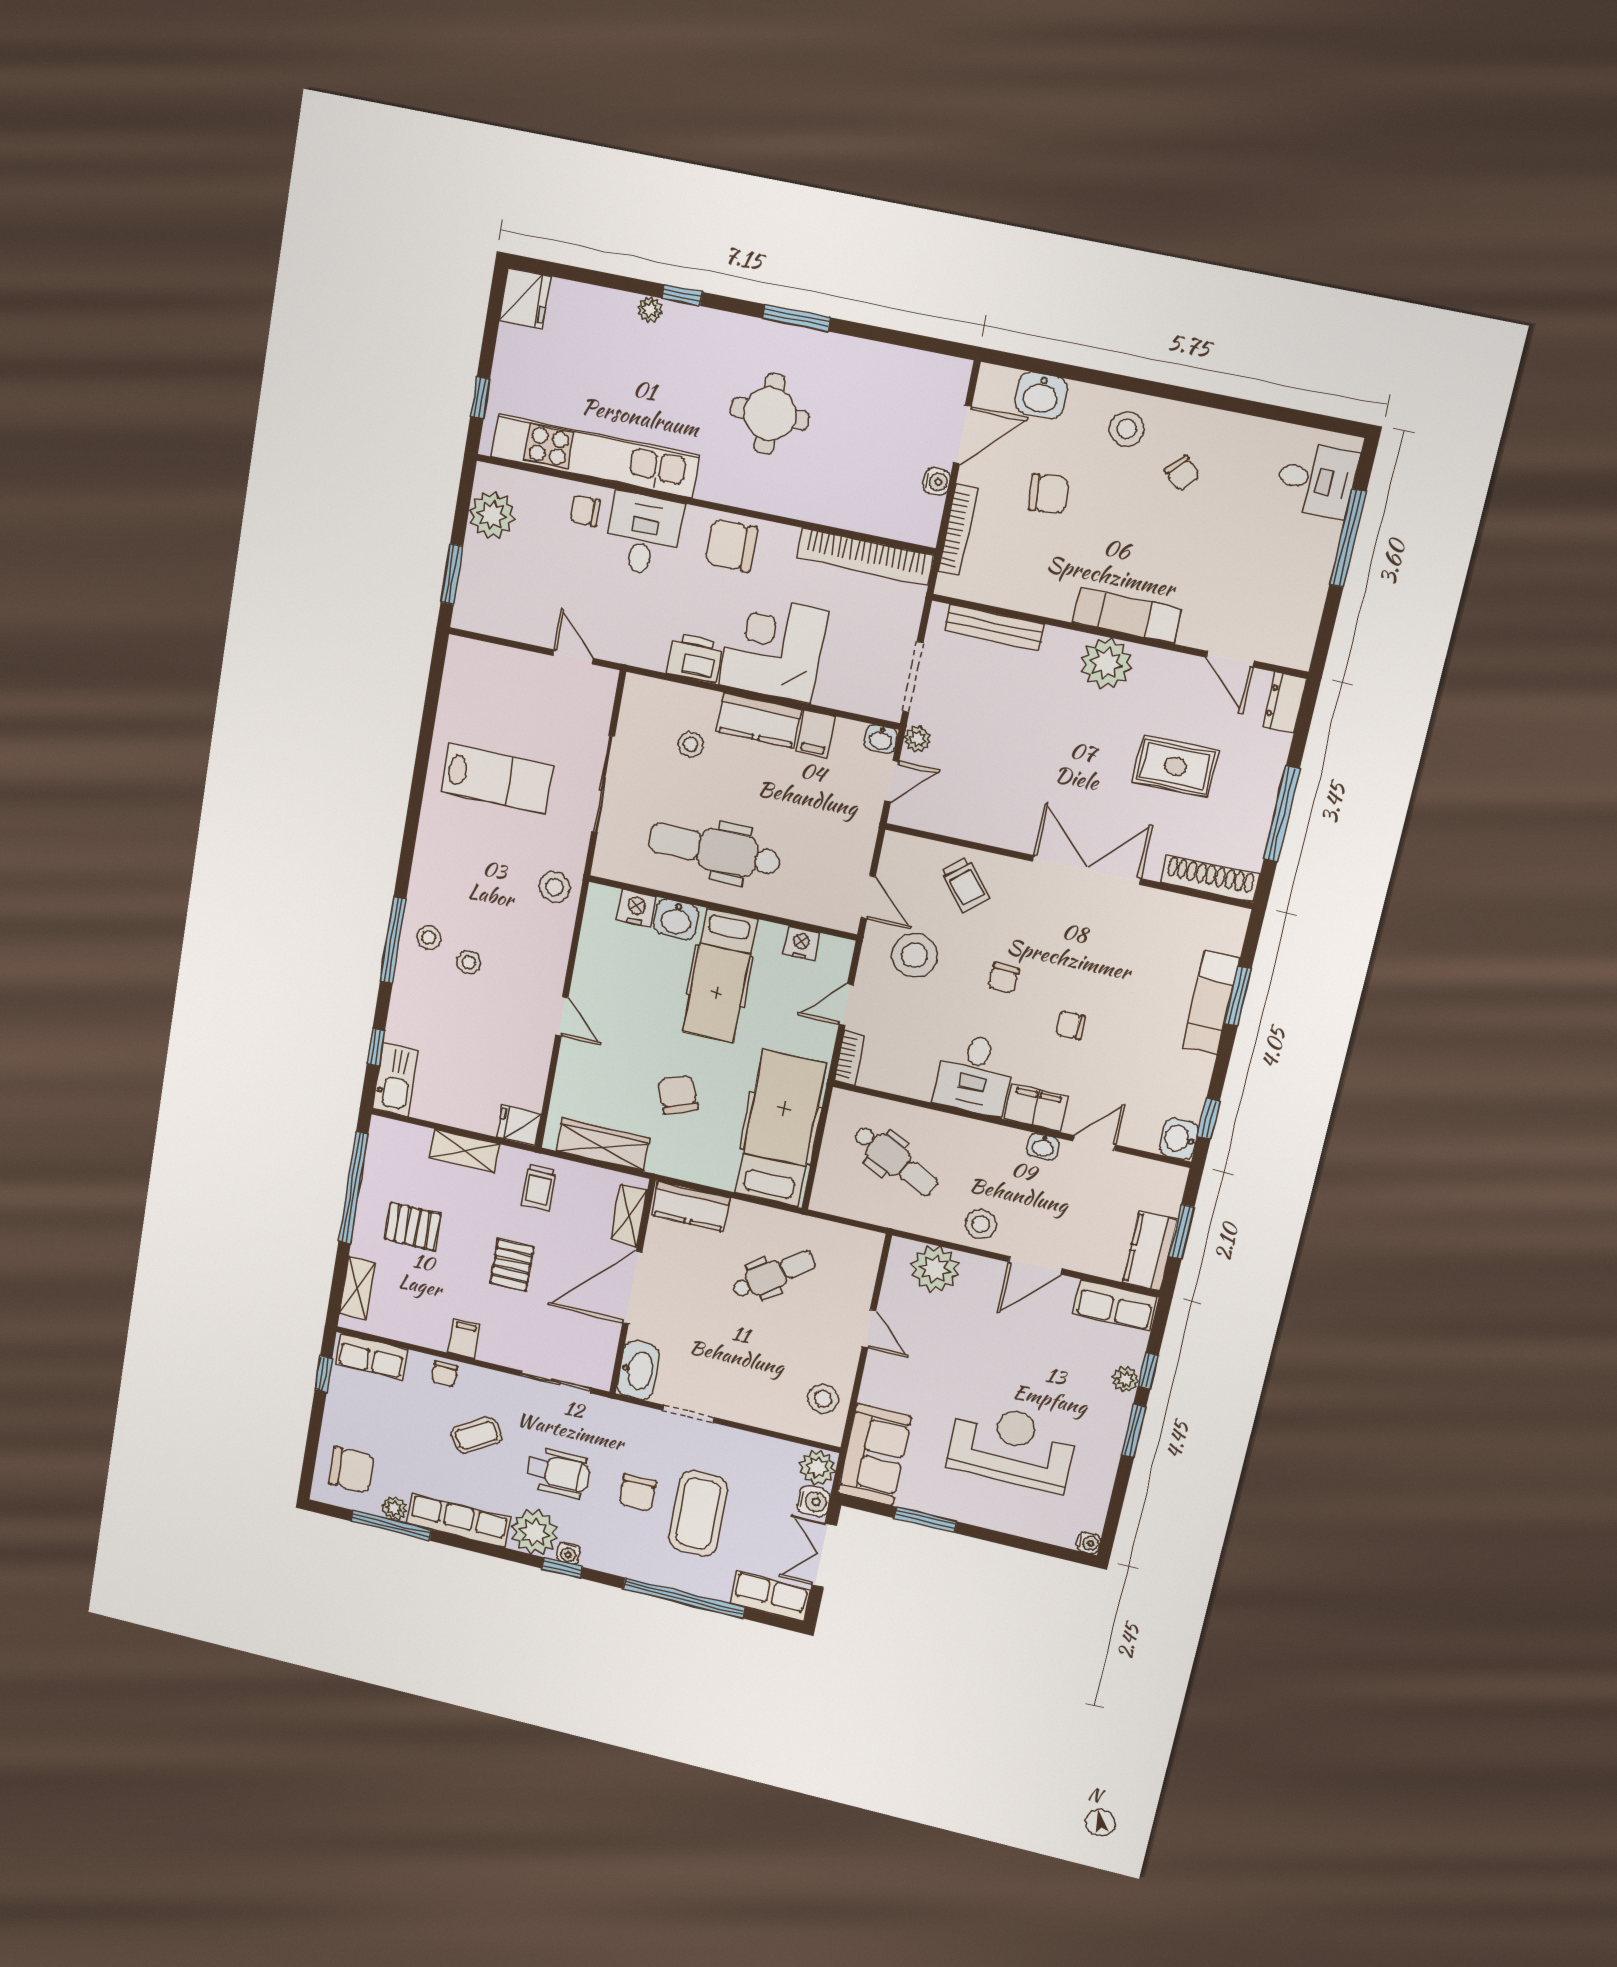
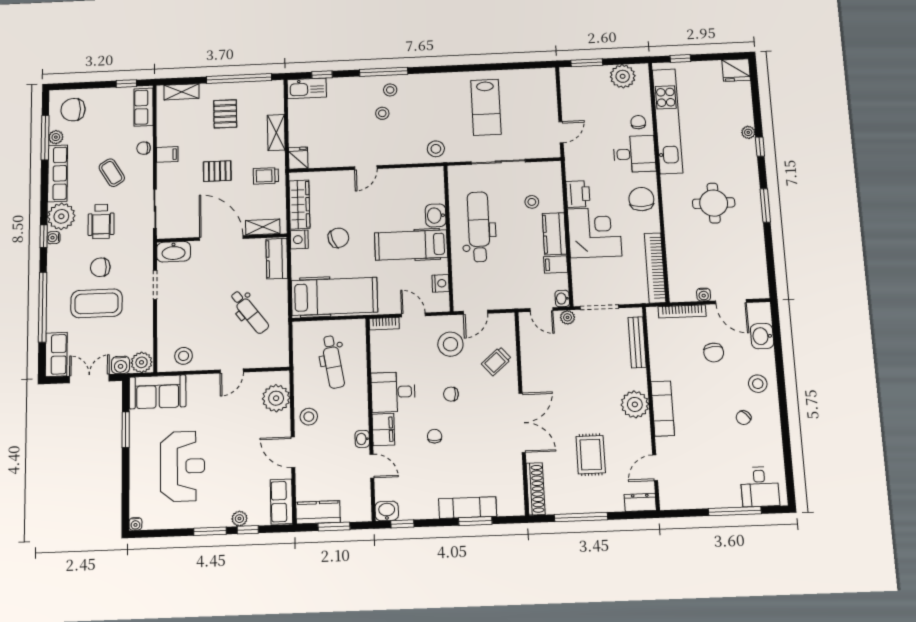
nightstand: (636, 908) -> (299, 240), moved, turned 180
dental chair: (896, 1161) -> (333, 362), turned -35
chair: (352, 1470) -> (73, 110), turned 90

